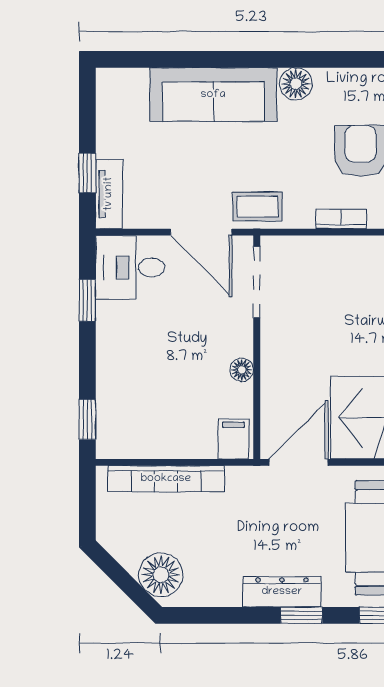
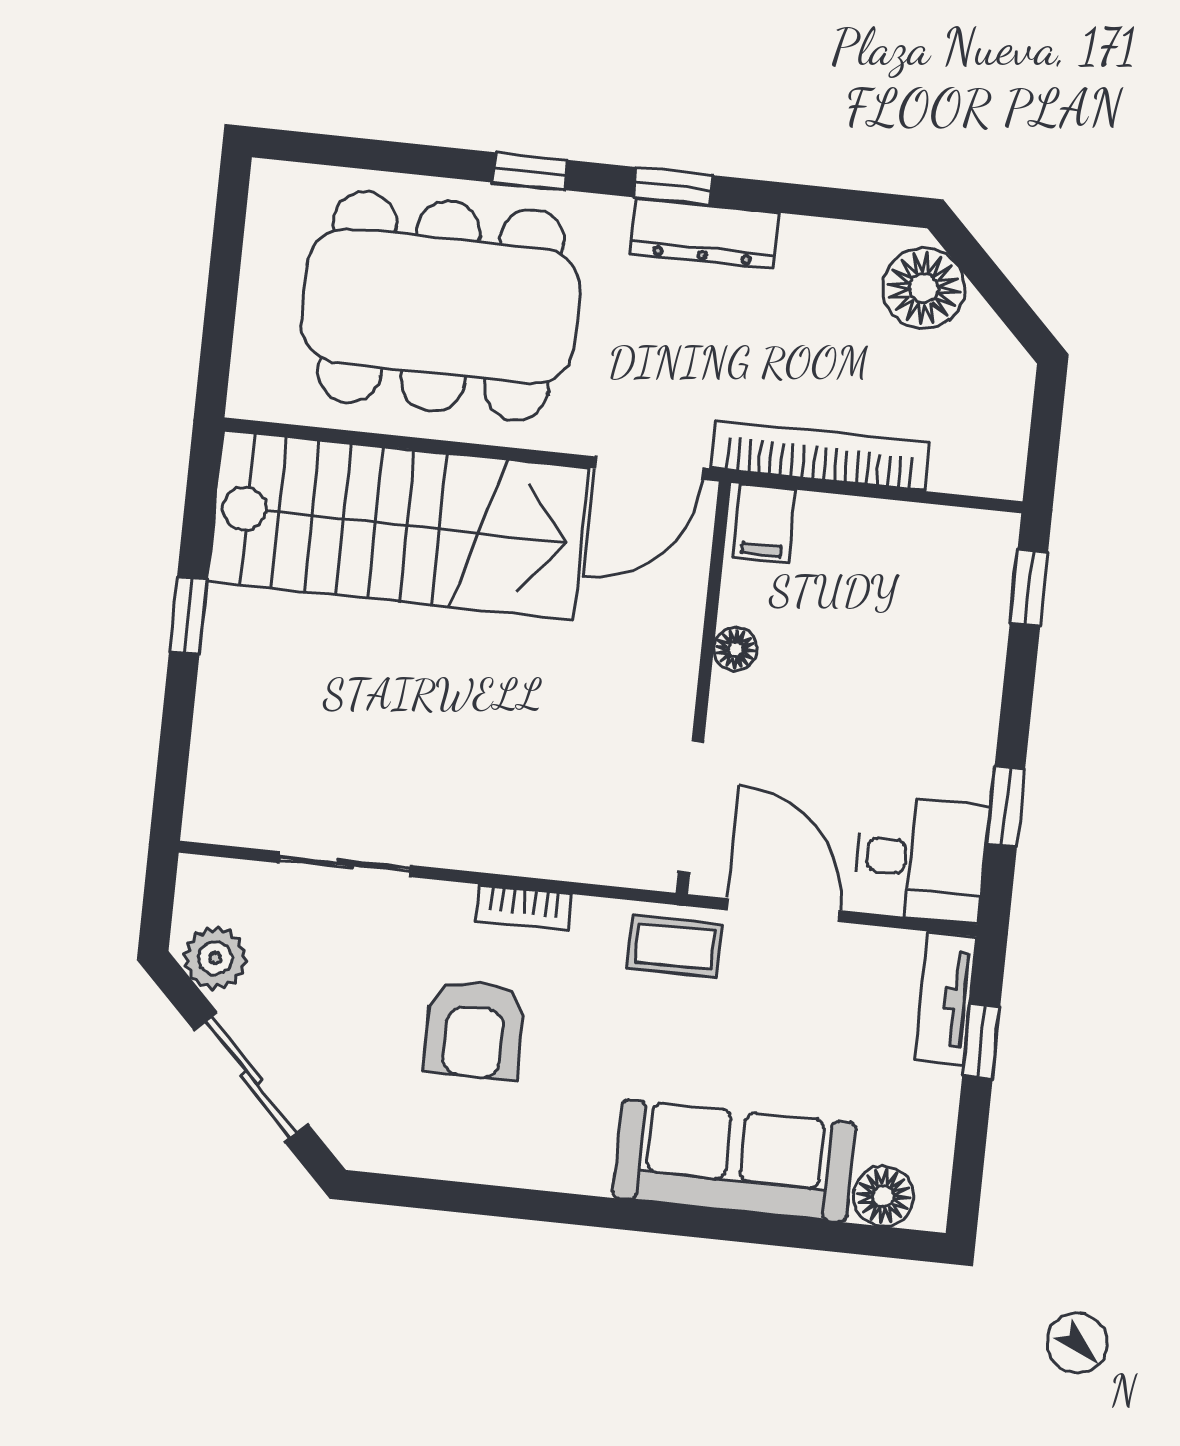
floor lamp: (296, 84) -> (884, 1196), moved
bookcase: (166, 479) -> (820, 455), moved

